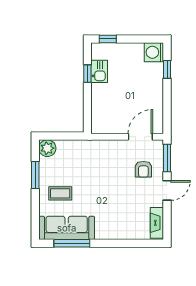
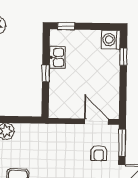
window: (87, 74) -> (46, 73), moved
door: (140, 137) -> (96, 122), hinge flipped

